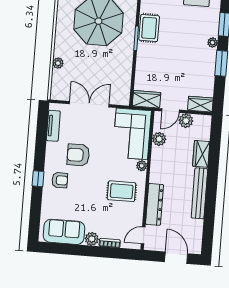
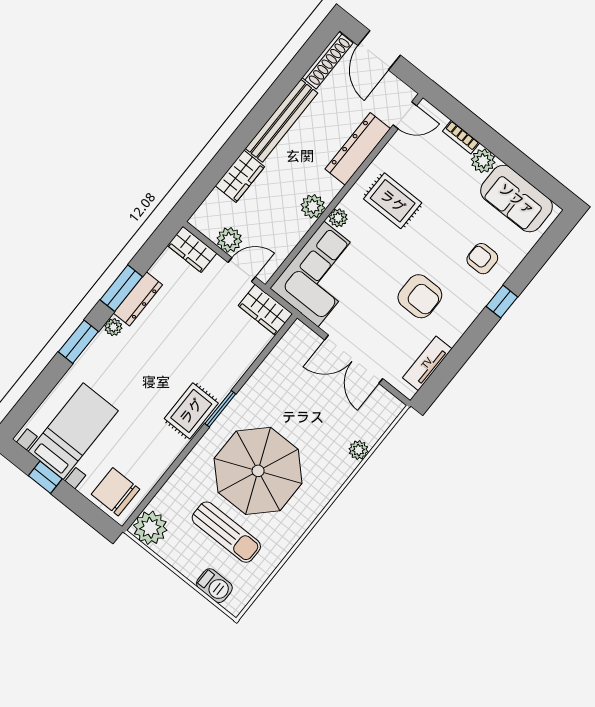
dresser: (210, 64) -> (138, 299), added
plant: (159, 139) -> (313, 206), moved
armchair: (60, 180) -> (482, 259), moved
shoe rack: (197, 237) -> (328, 60), added

